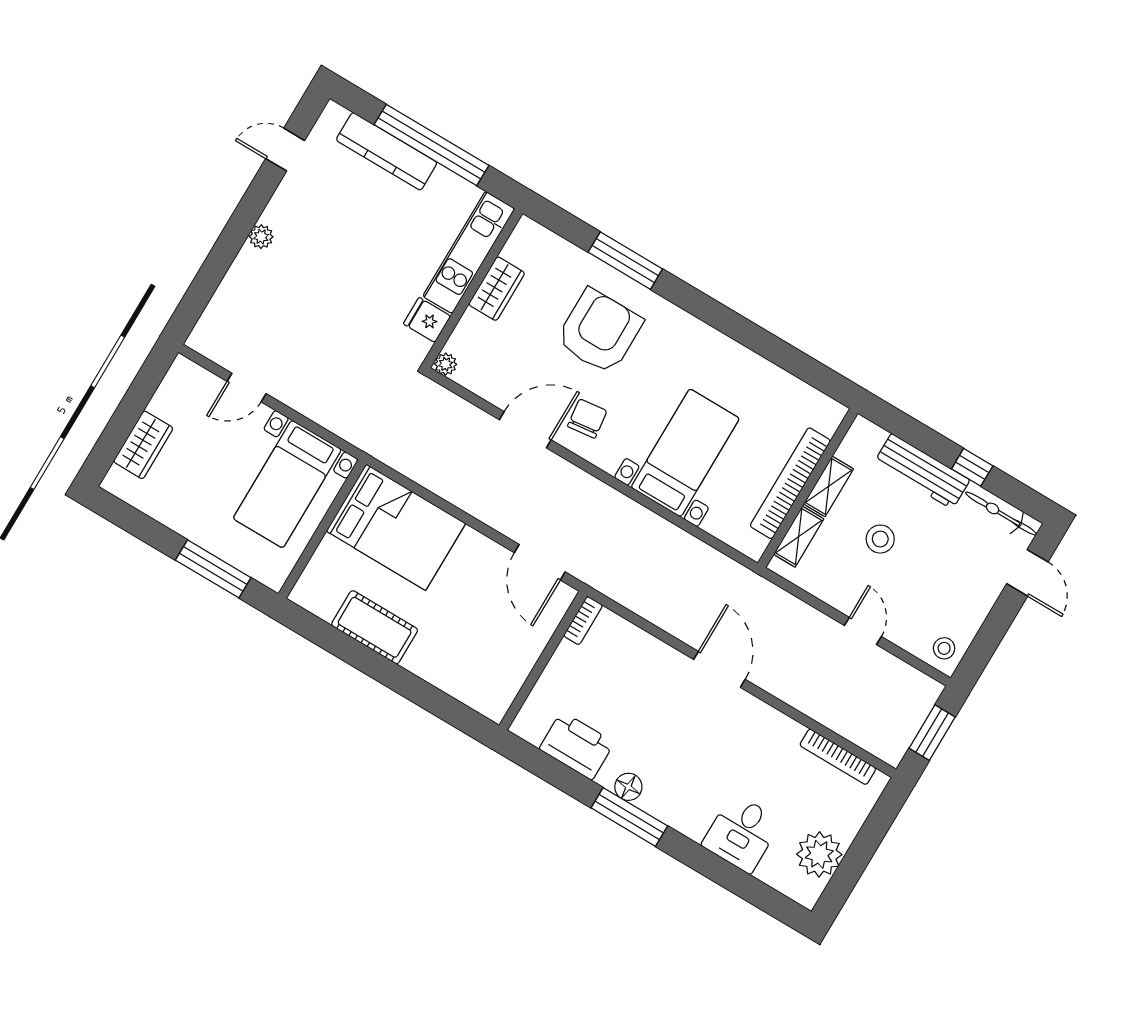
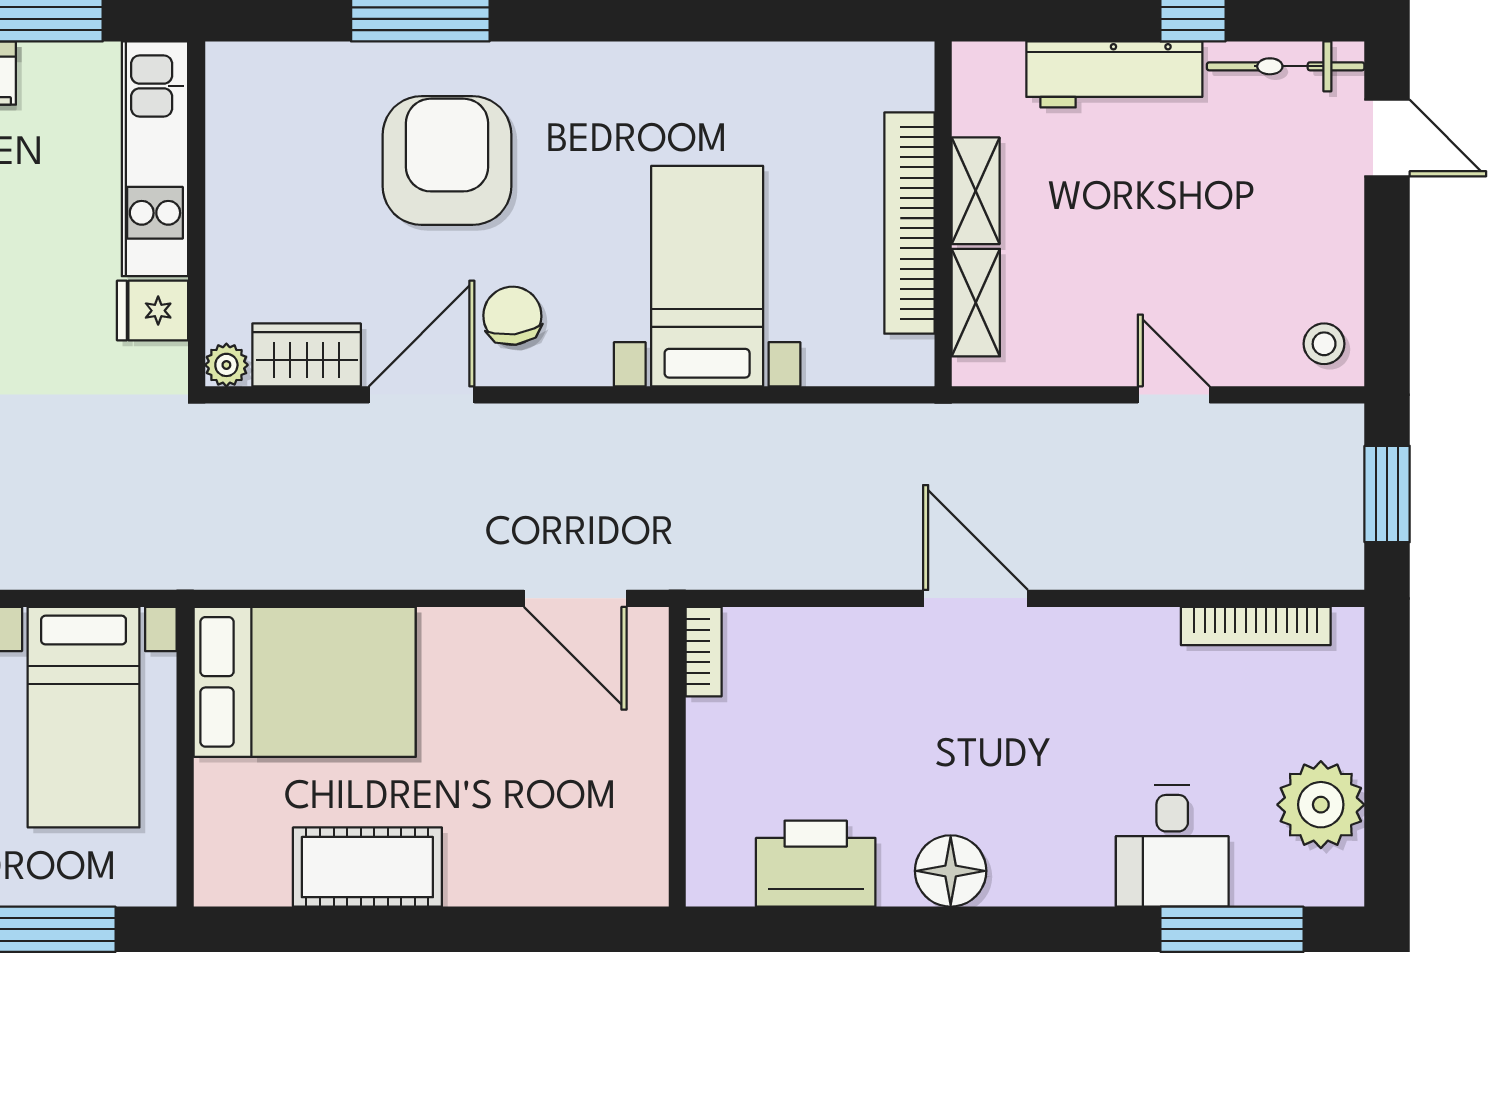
wardrobe: (497, 289) -> (307, 355), moved, turned -90
stool: (880, 539) -> (1112, 227), removed
floor lamp: (628, 787) -> (951, 871), width x1.38, depth x1.38
window: (629, 817) -> (1232, 929), moved

